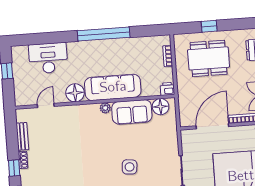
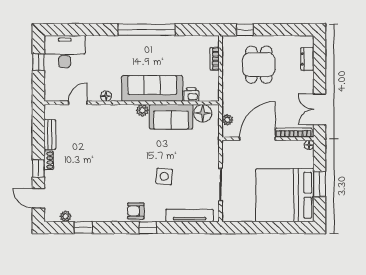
window: (209, 26) -> (245, 30), moved
desk: (48, 58) -> (65, 52), moved
dining table: (209, 58) -> (259, 65), width x0.73
printer: (167, 89) -> (191, 95), moved
floor lamp: (75, 93) -> (106, 96), width x0.53, depth x0.53
plant: (184, 111) -> (227, 120), added

